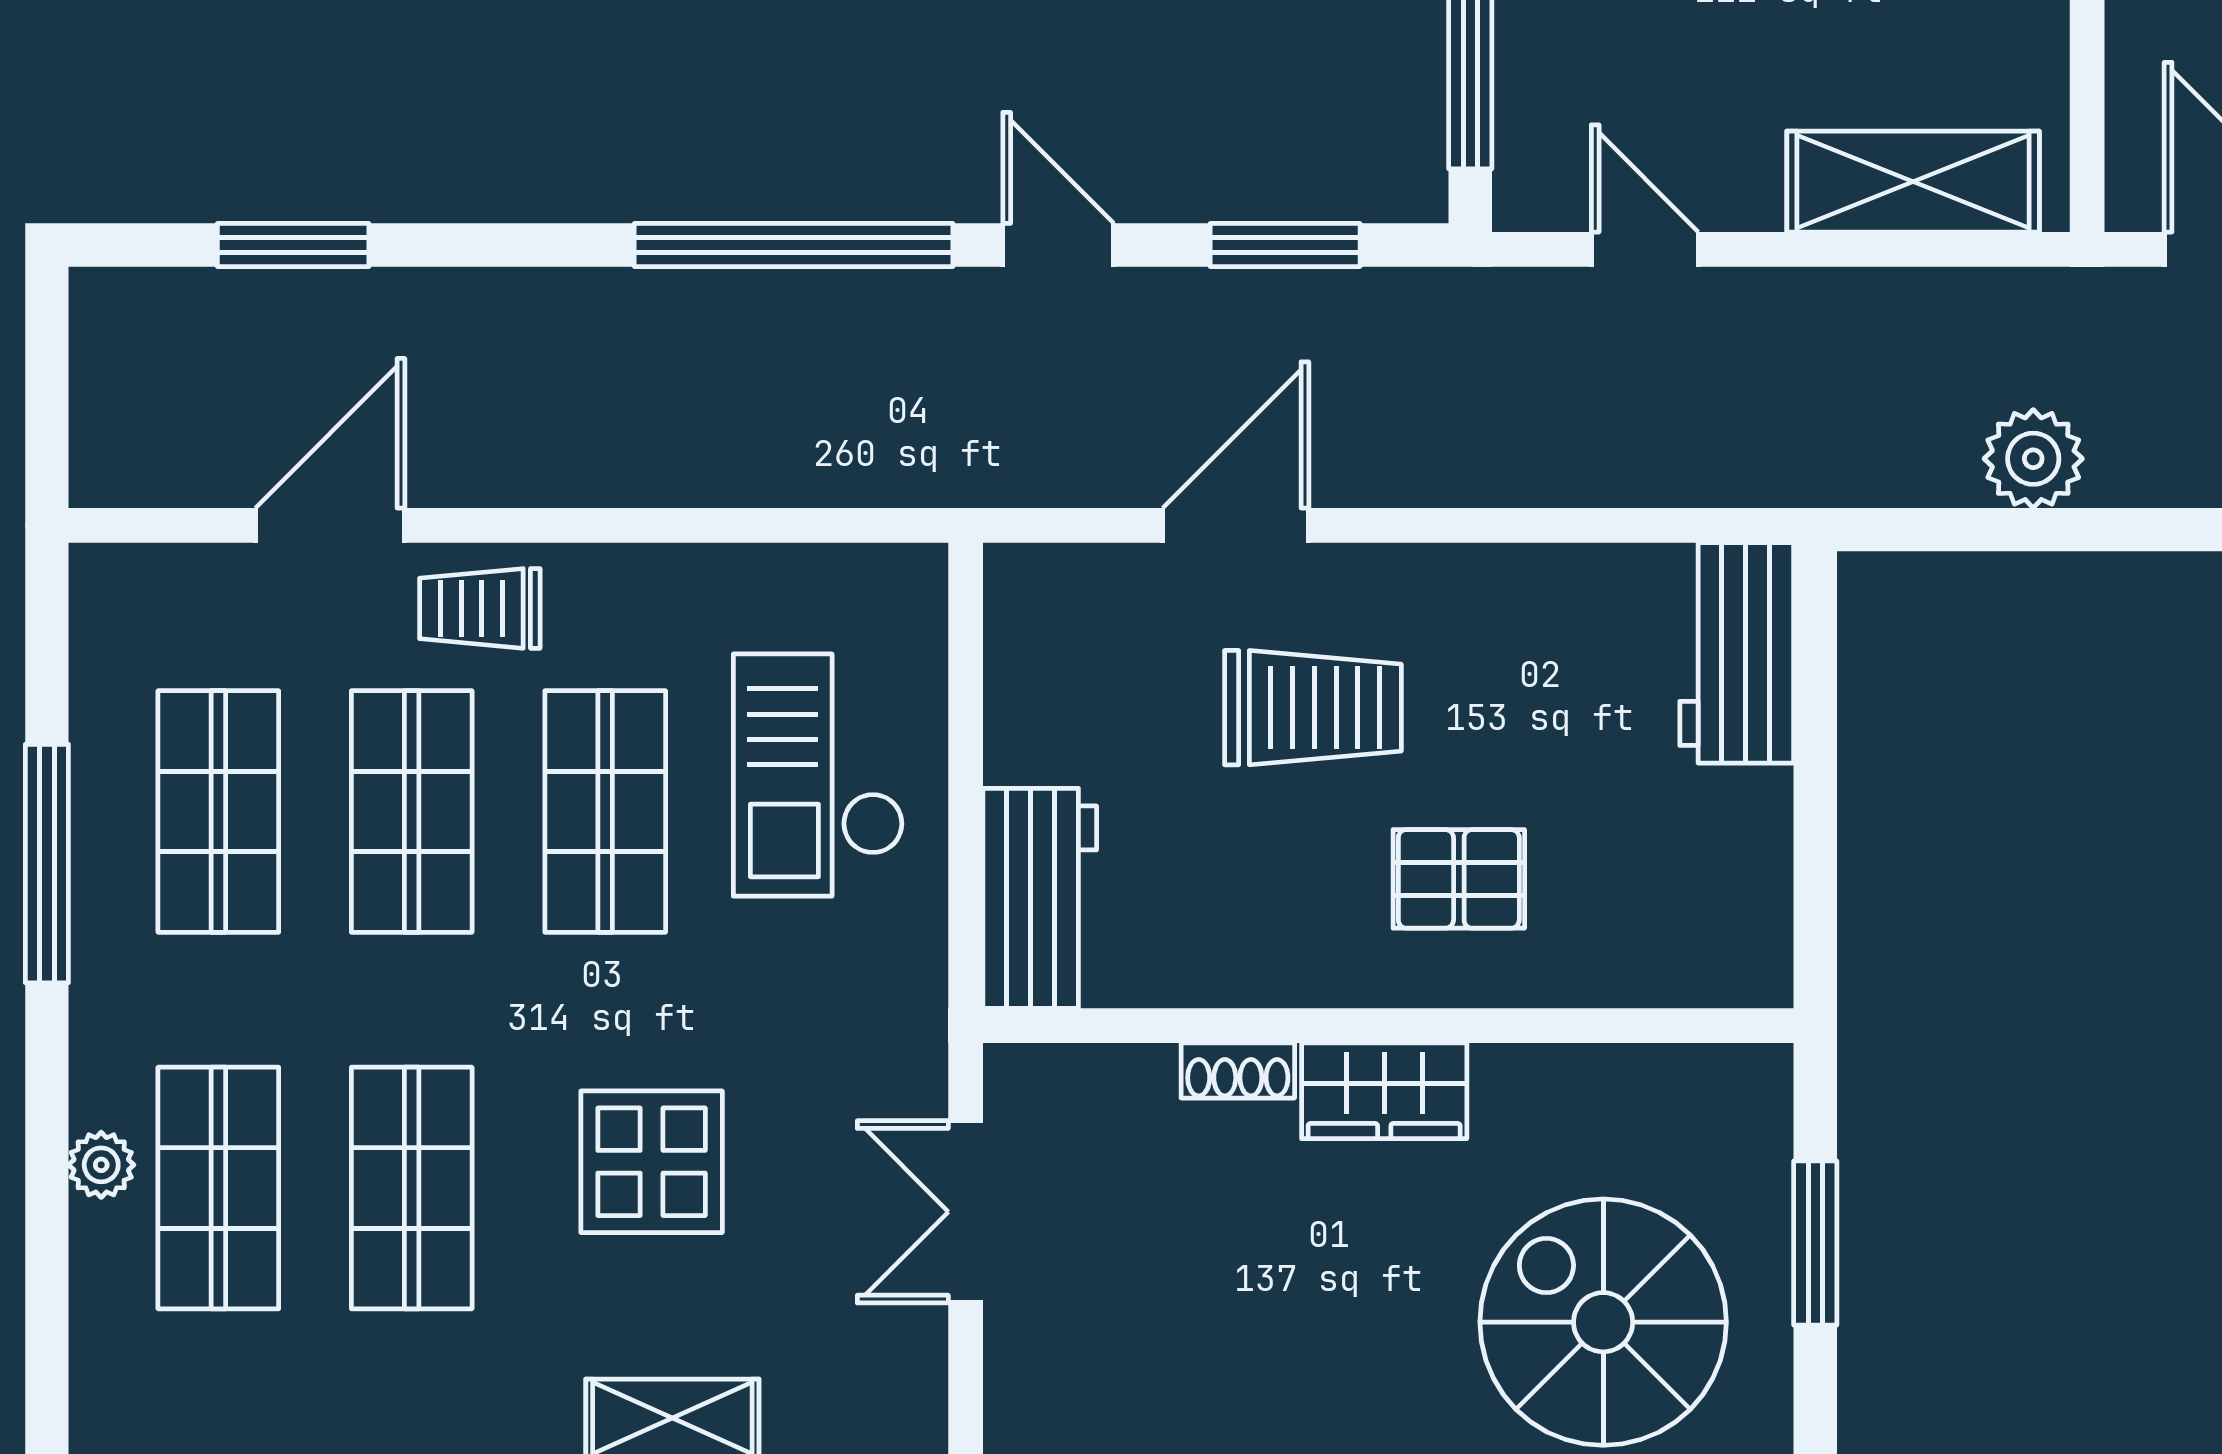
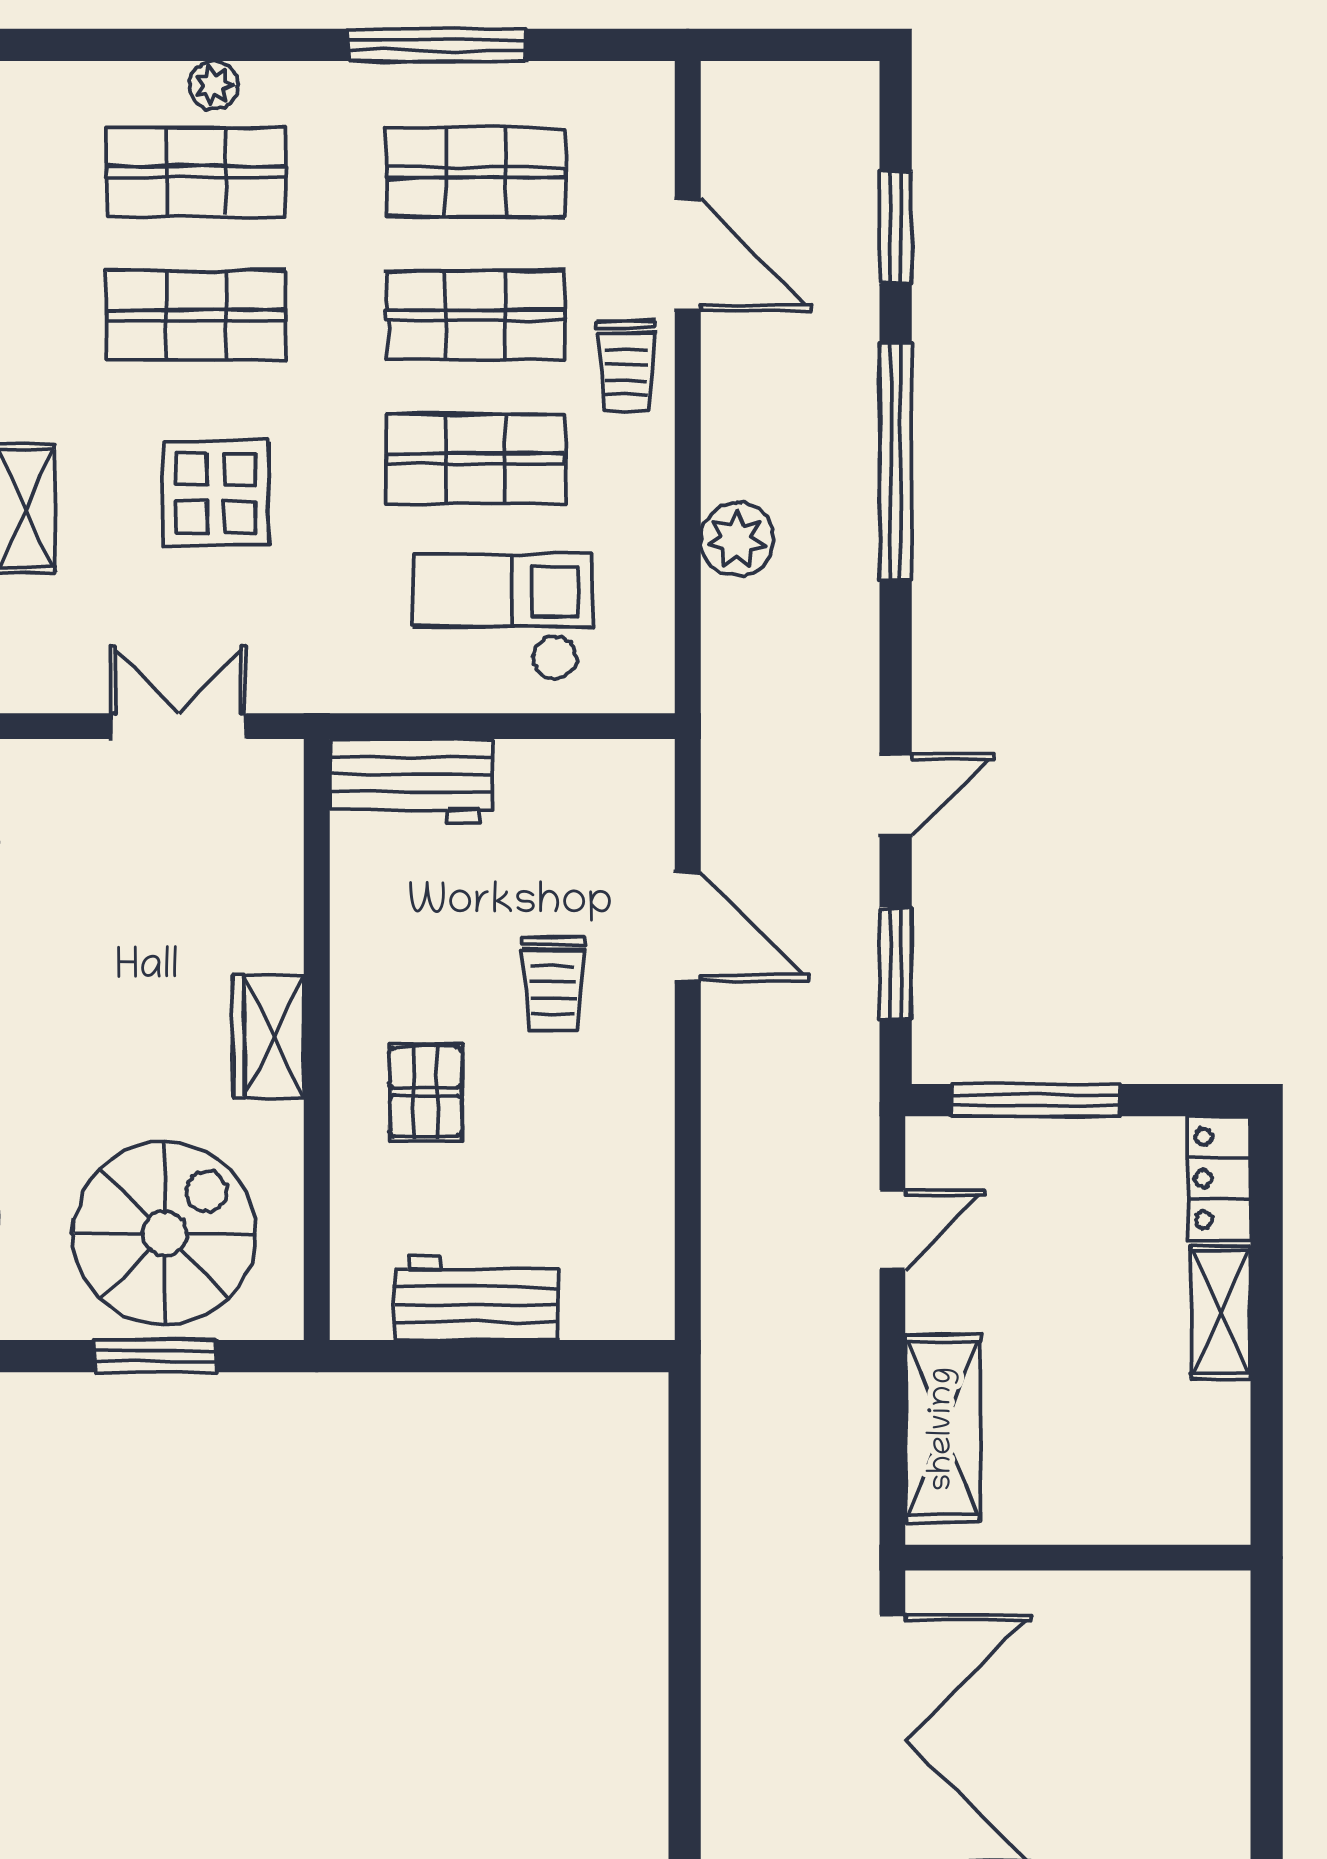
window: (794, 245) -> (896, 461), moved
plant: (2033, 459) -> (737, 539), moved
trolley: (480, 608) -> (626, 366), turned 180
workbench: (1737, 653) -> (476, 1298), moved
trolley: (1313, 708) -> (553, 984), width x0.73, depth x0.72
shoe rack: (1238, 1070) -> (284, 928), removed
spiral stairs: (1603, 1322) -> (165, 1233), moved

